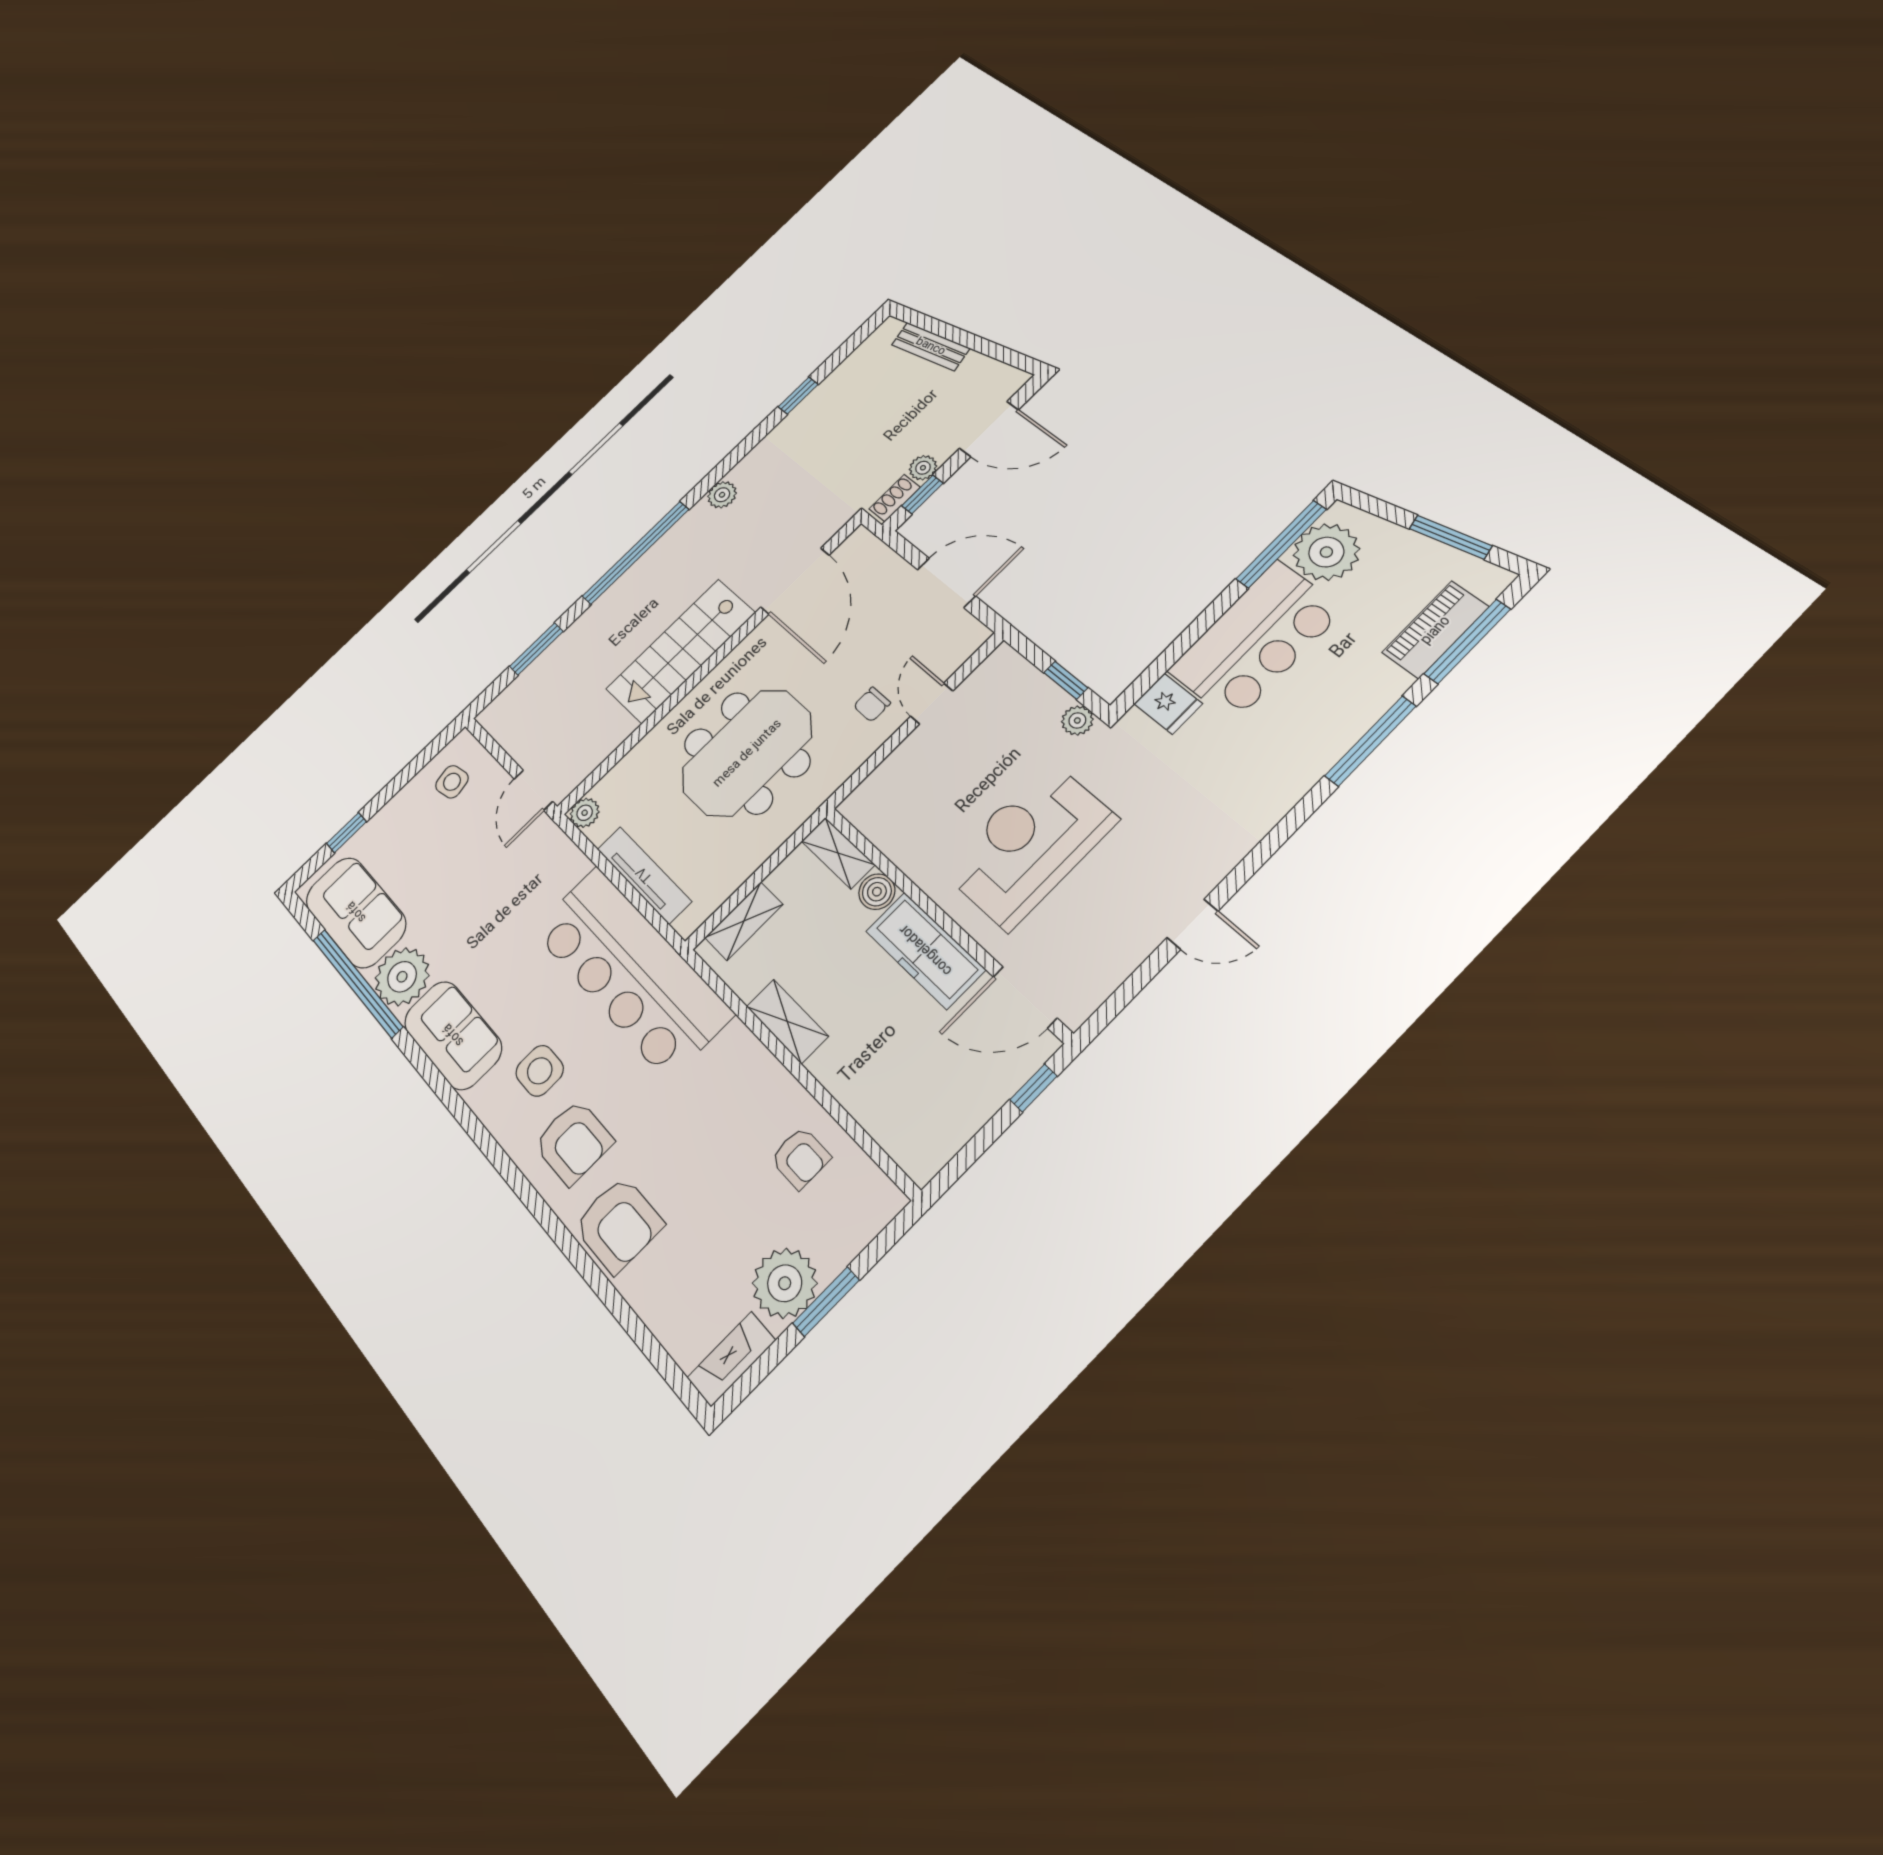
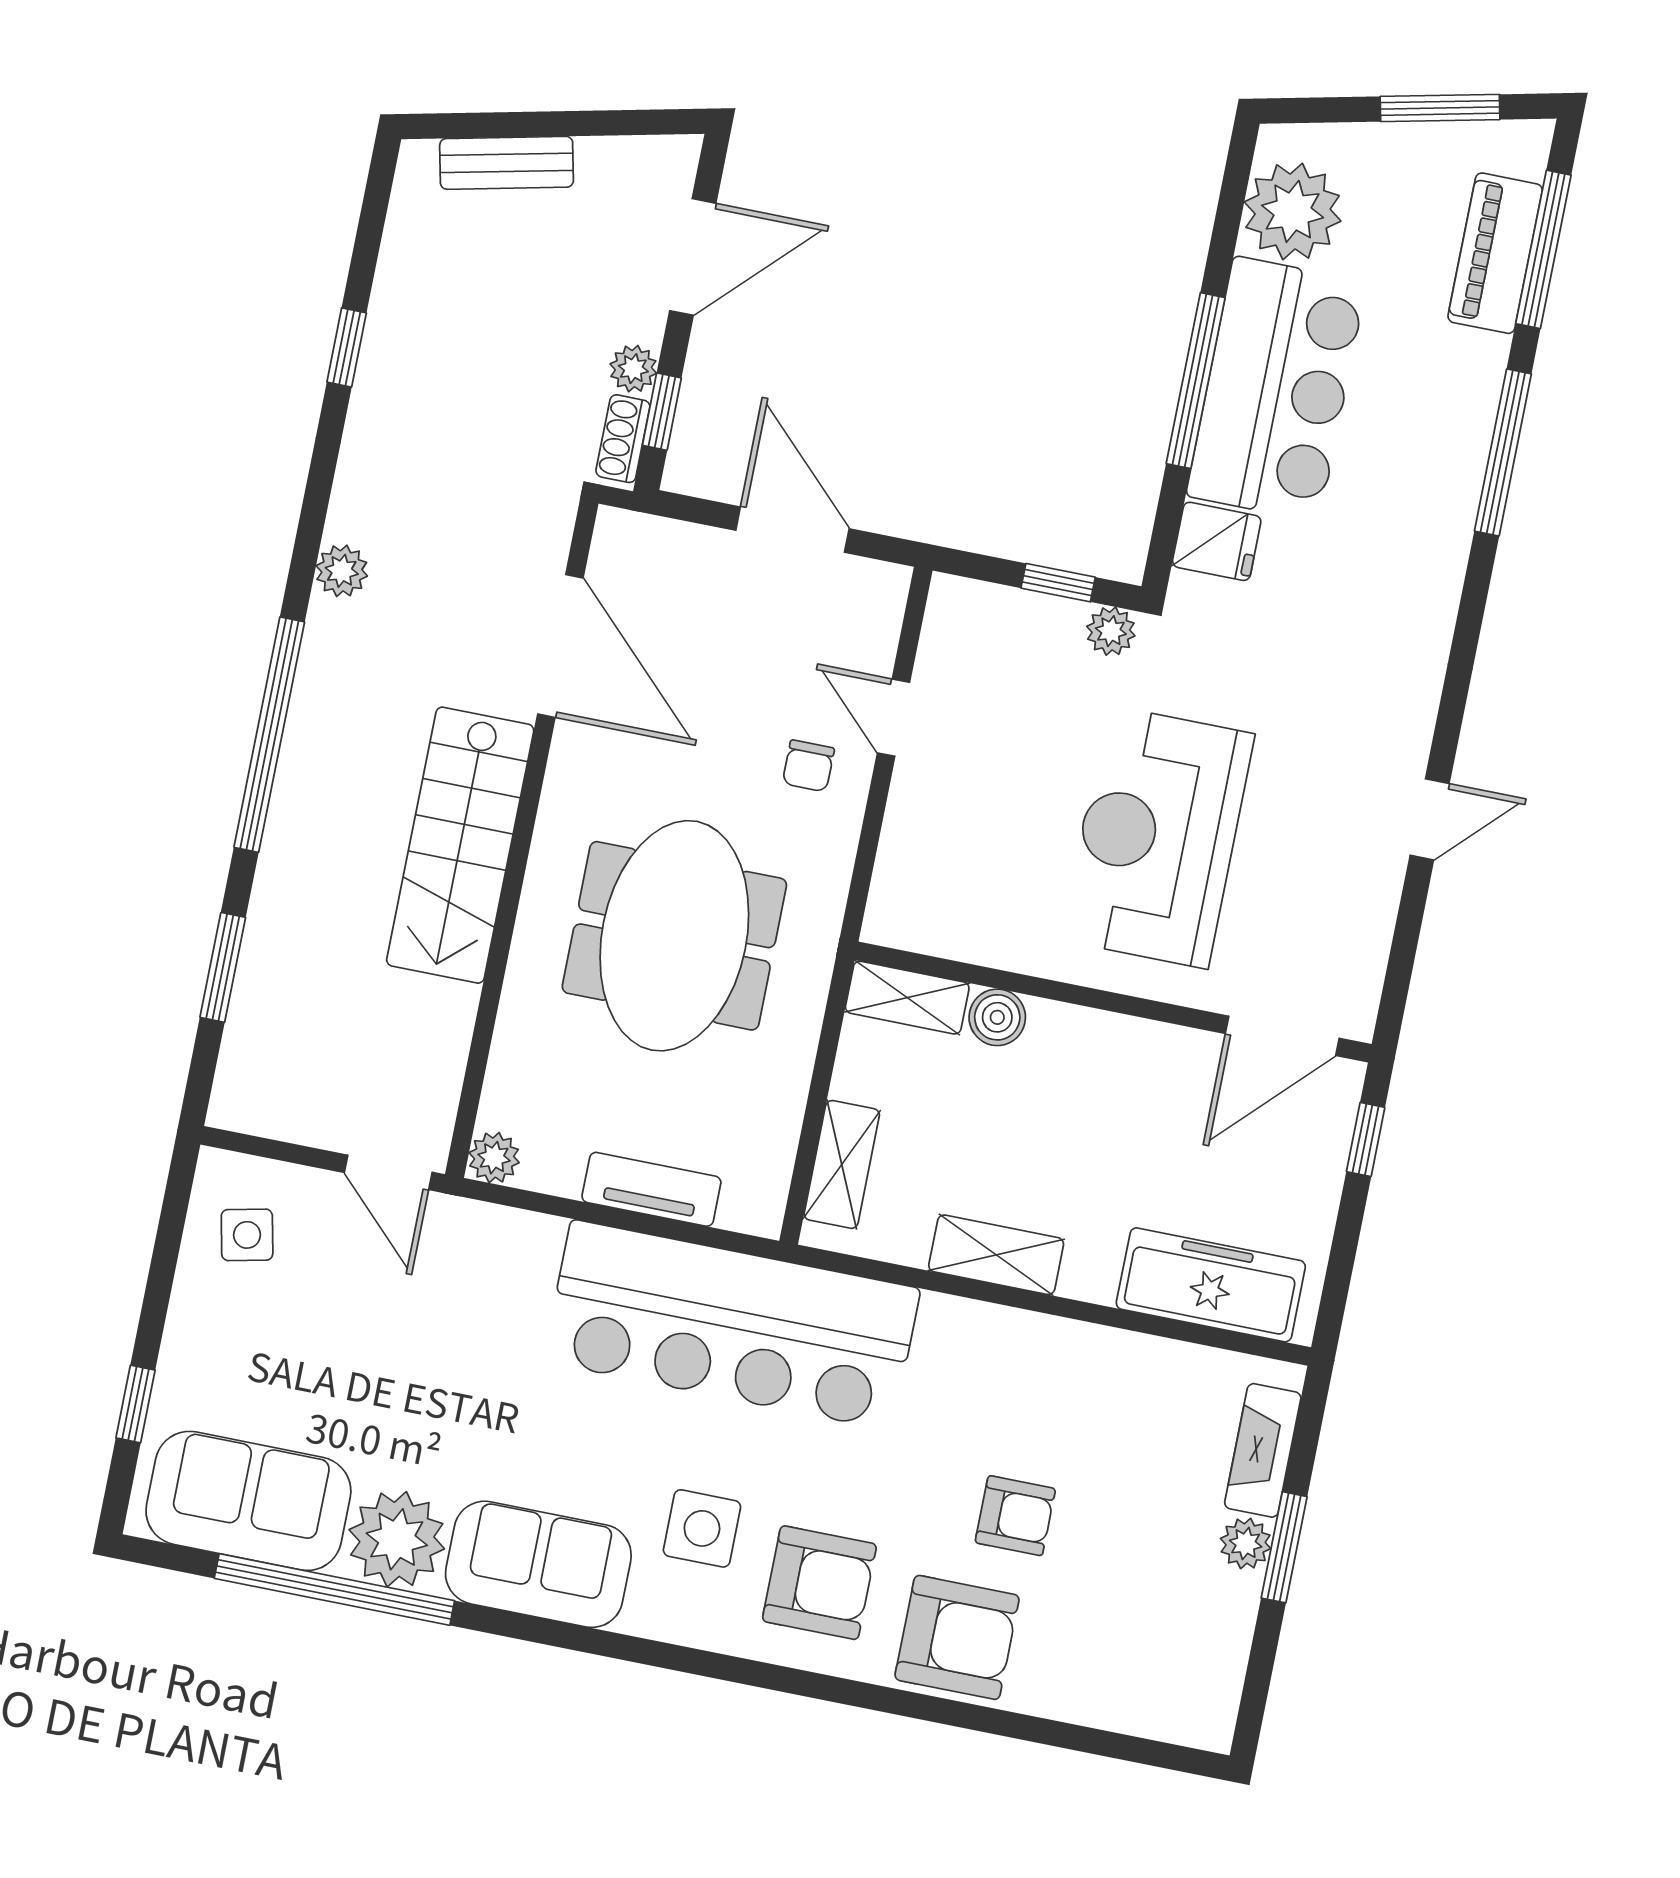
window: (1281, 544) -> (1196, 381), moved
door: (946, 583) -> (792, 530), hinge flipped
tv unit: (644, 875) -> (651, 1189), width x0.71
freezer: (925, 950) -> (1211, 1285), moved, turned 180
armchair: (800, 1158) -> (1015, 1516), moved
plant: (785, 1283) -> (1246, 1544), width x0.53, depth x0.53
fireplace: (731, 1359) -> (1263, 1450), moved

